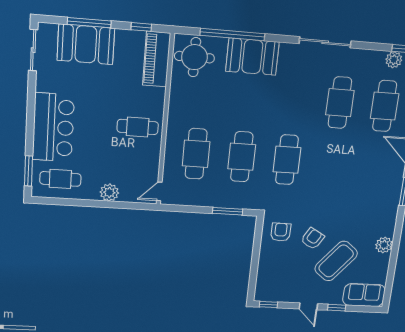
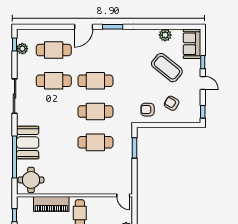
piano: (157, 59) -> (51, 204), moved
cafe table: (196, 154) -> (95, 81), moved
armchair: (313, 239) -> (172, 103), moved
plant: (384, 245) -> (165, 35), moved
door: (308, 306) -> (203, 83), hinge flipped

